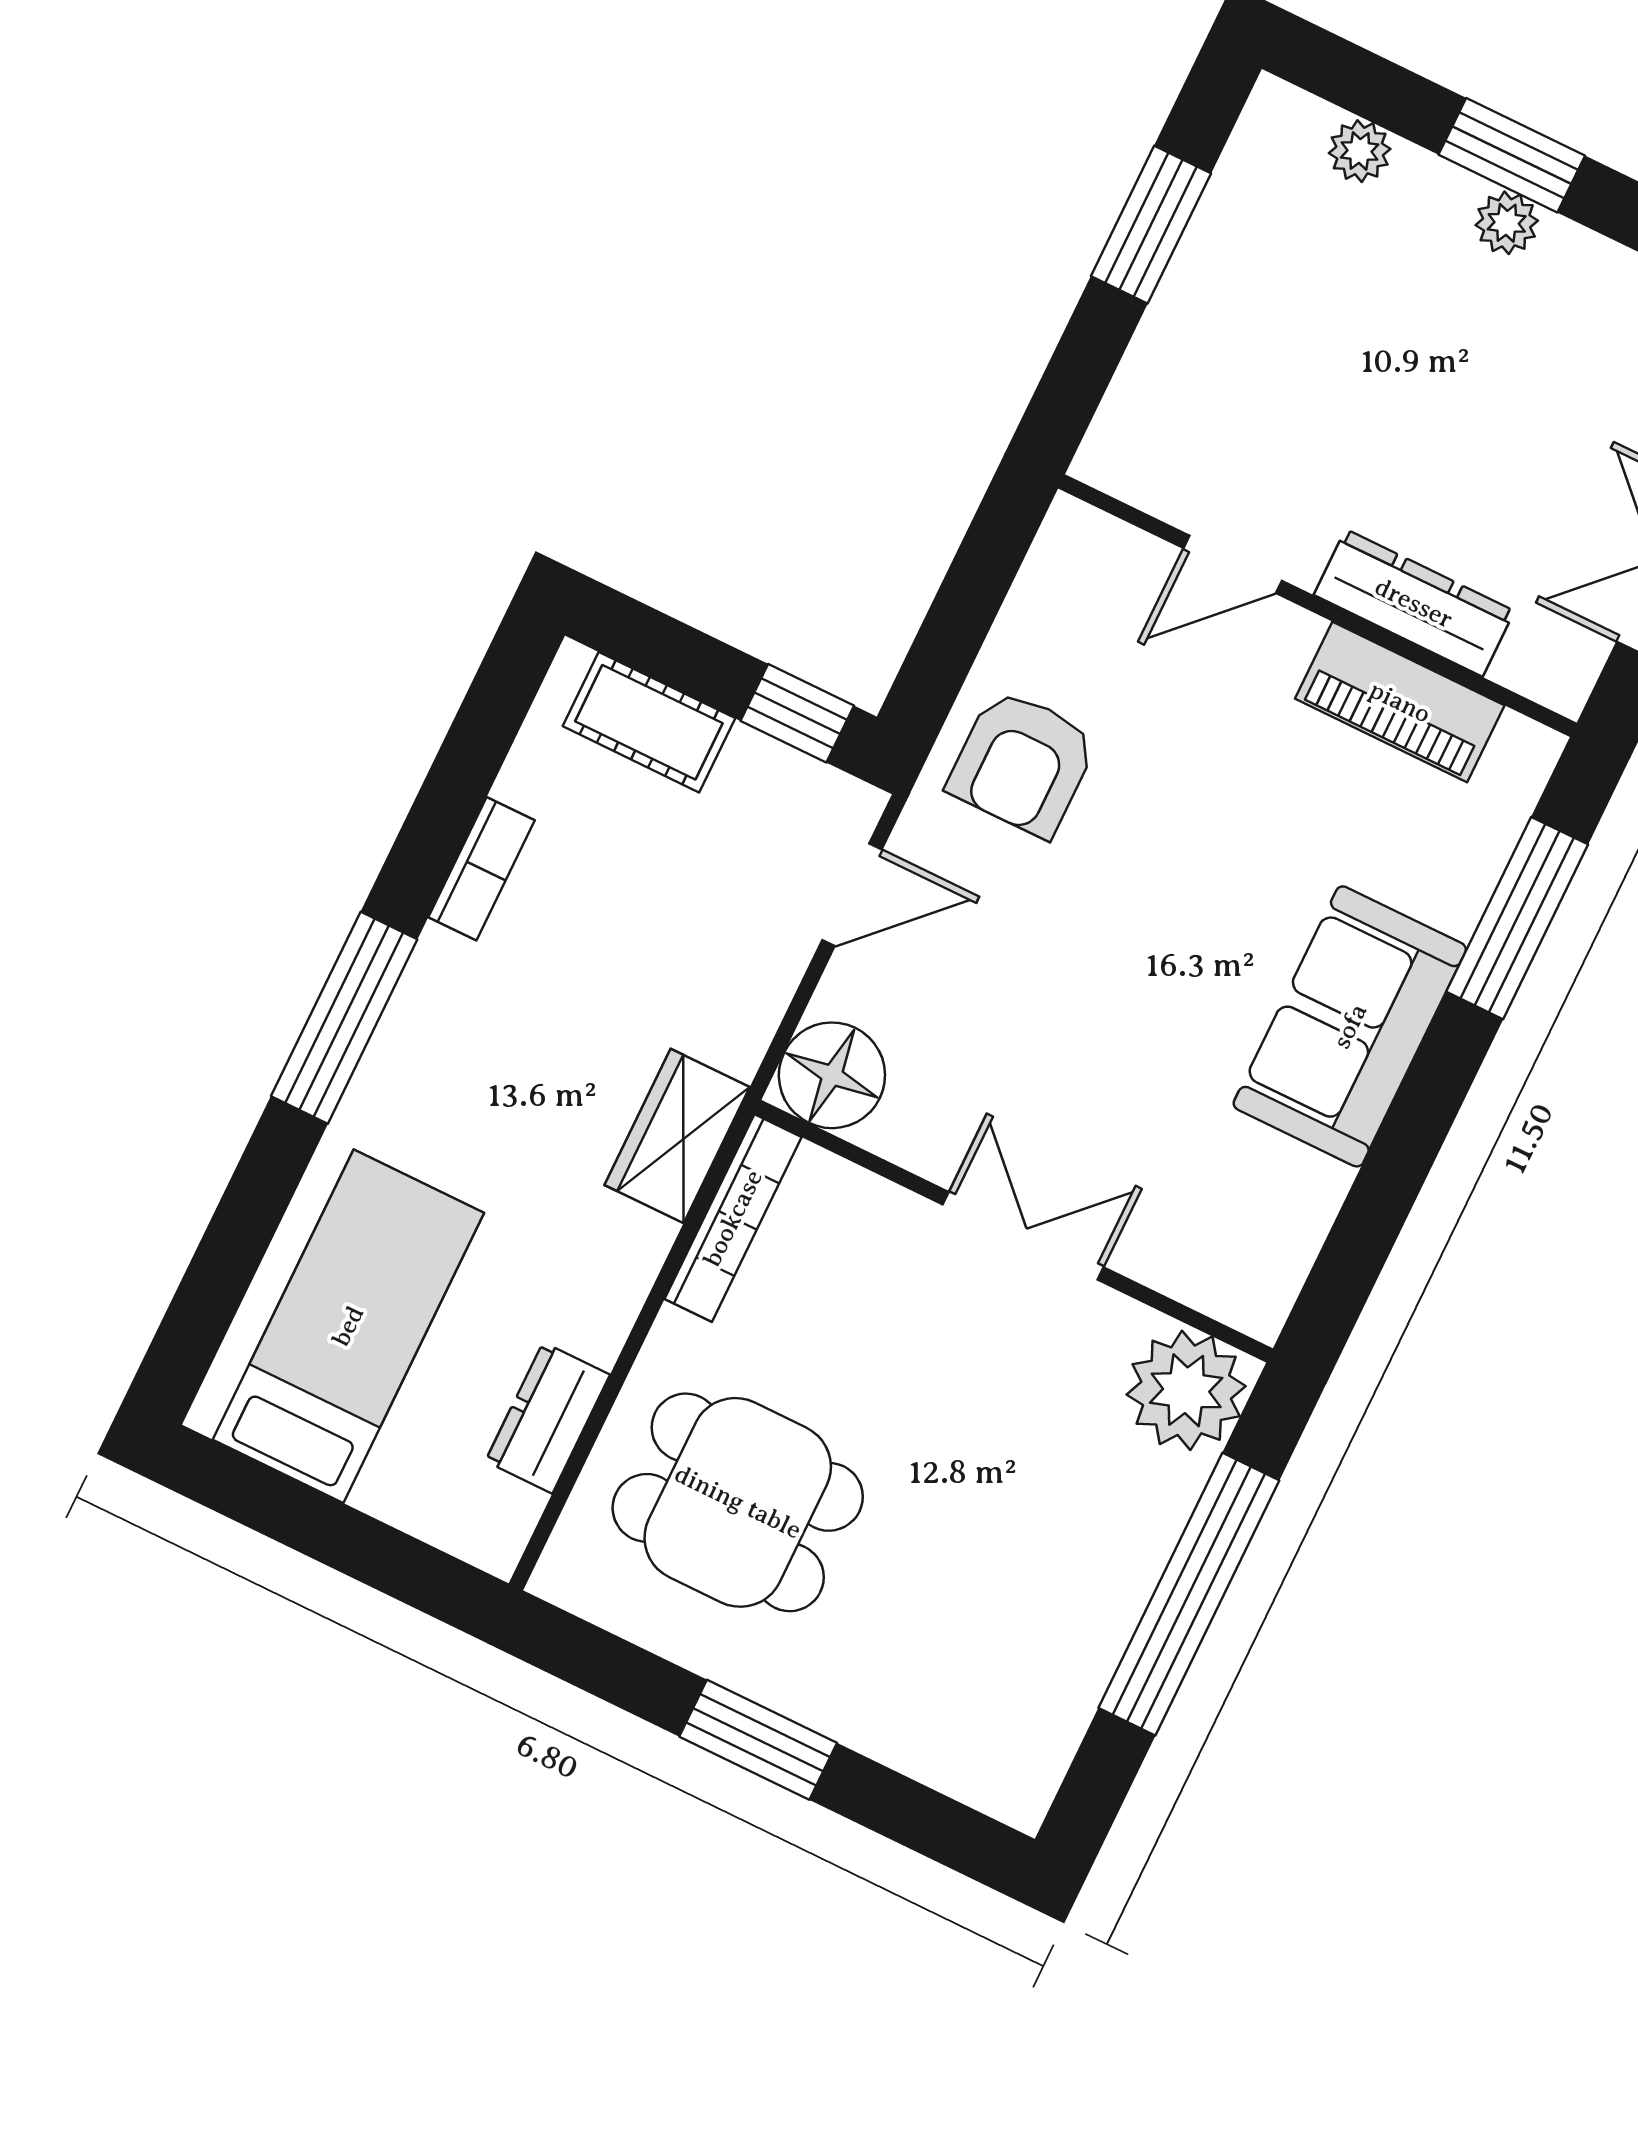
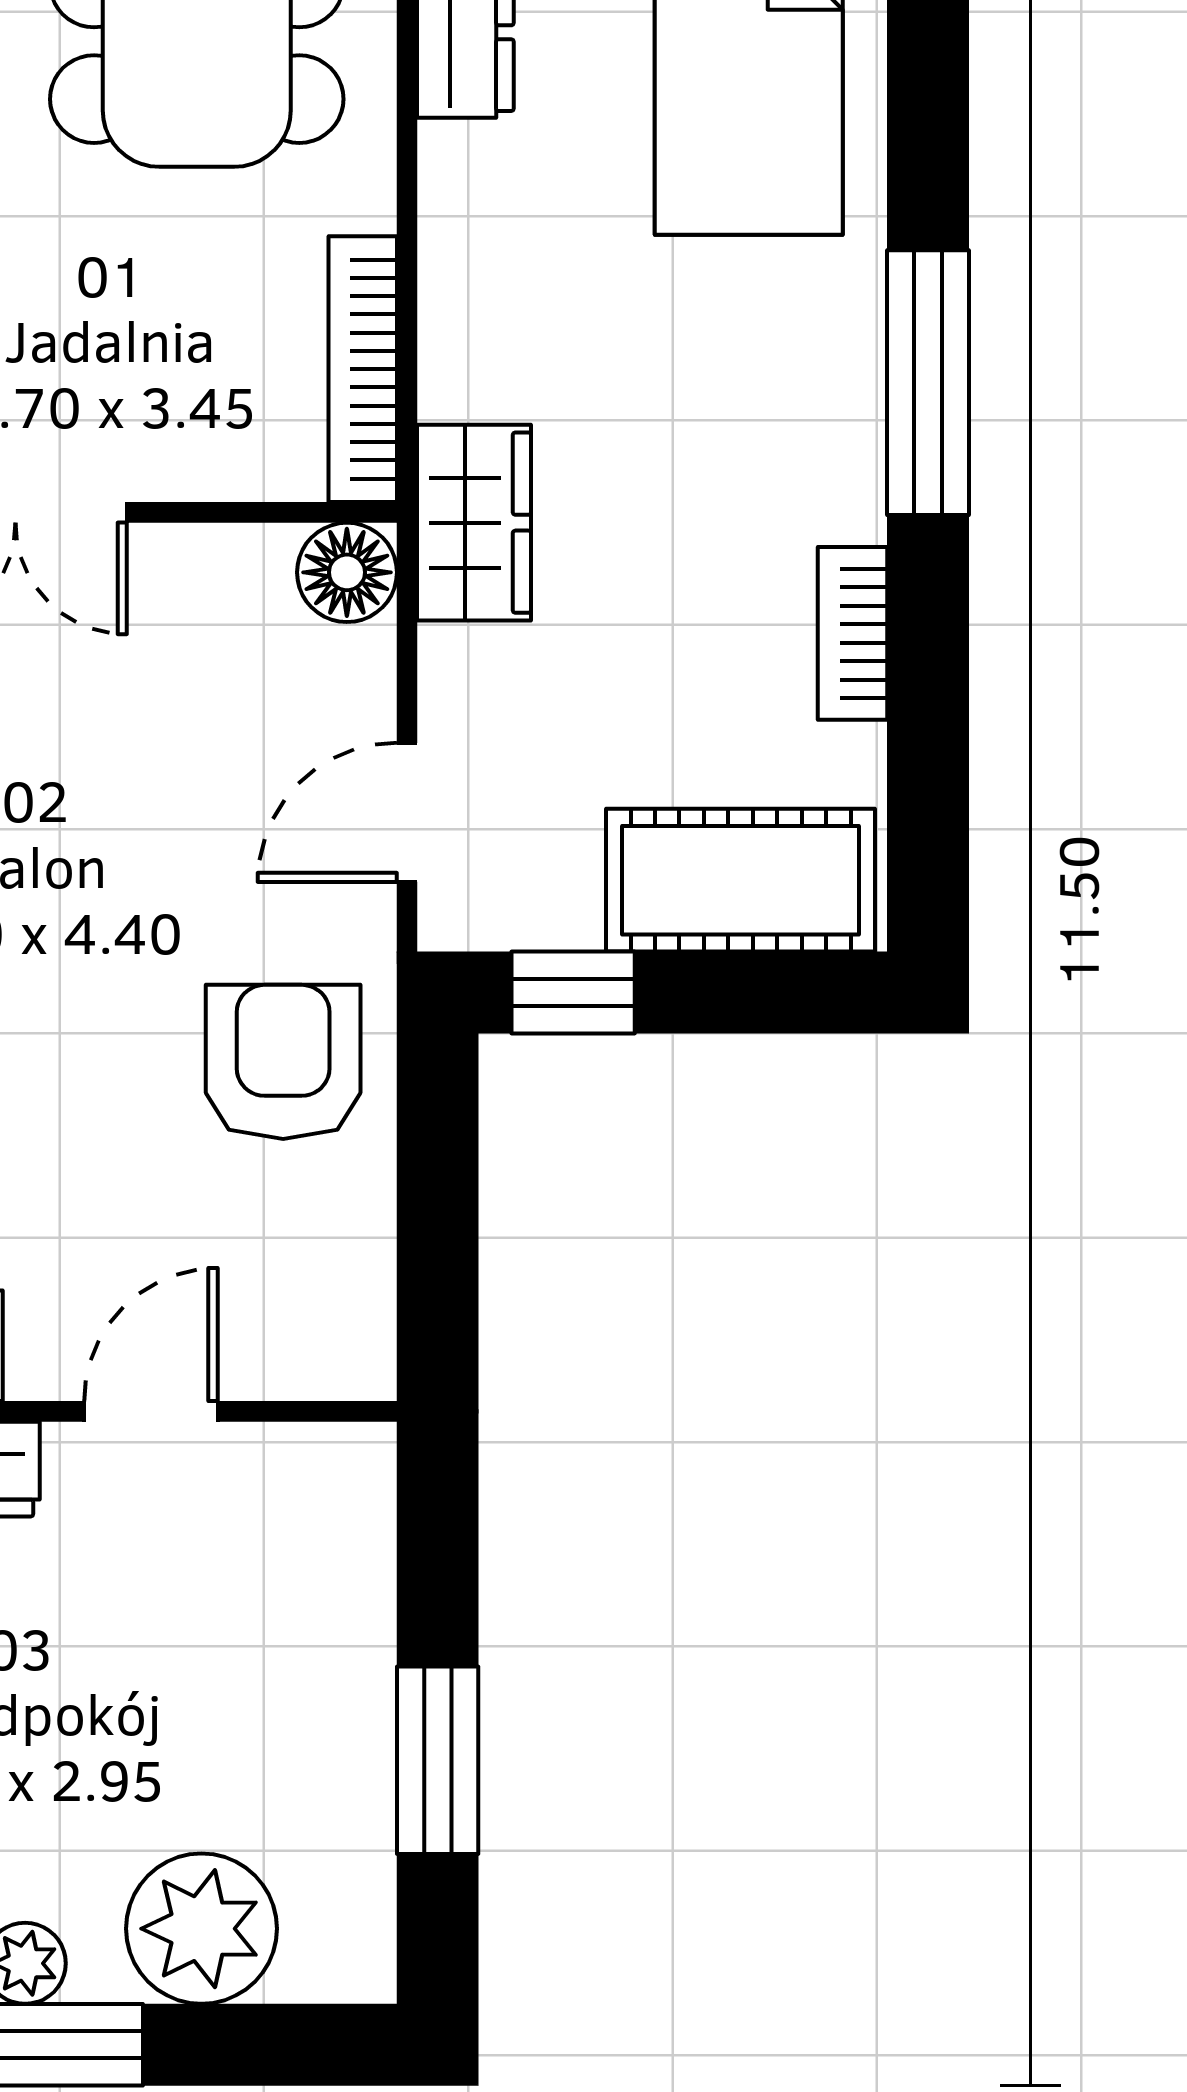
plant: (1360, 151) -> (201, 1929), width x1.87, depth x1.87
cot: (649, 722) -> (741, 880), width x1.37, depth x1.34
floor lamp: (832, 1075) -> (347, 572), width x0.73, depth x0.73
wardrobe: (677, 1136) -> (474, 523), moved

